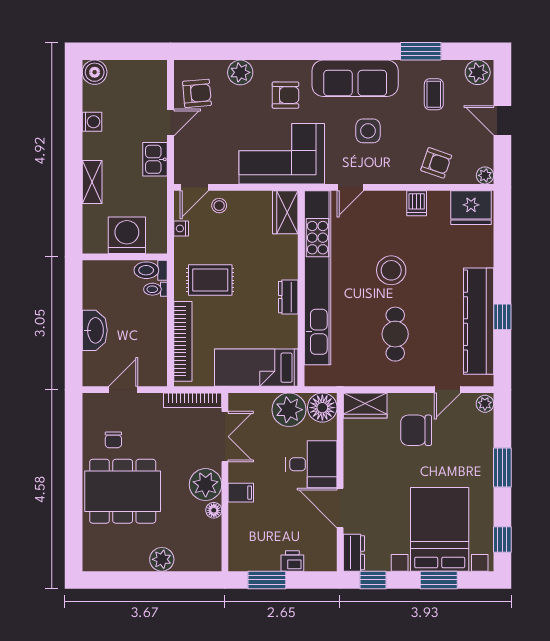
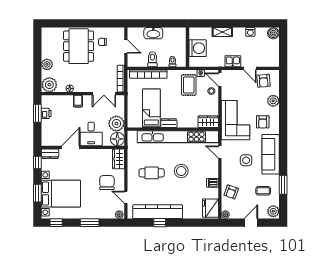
toilet: (151, 270) -> (152, 59), moved
rug: (210, 280) -> (189, 85), moved
bed: (256, 368) -> (151, 108), moved
plant: (206, 485) -> (49, 85), moved
printer: (292, 561) -> (46, 113), moved

